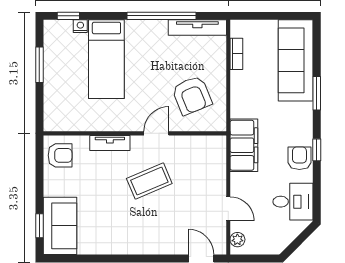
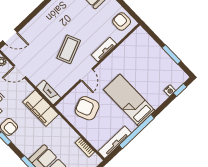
bed: (106, 59) -> (129, 100), moved
fireplace: (218, 154) -> (48, 92), added
armchair: (60, 155) -> (122, 21), turned 90

